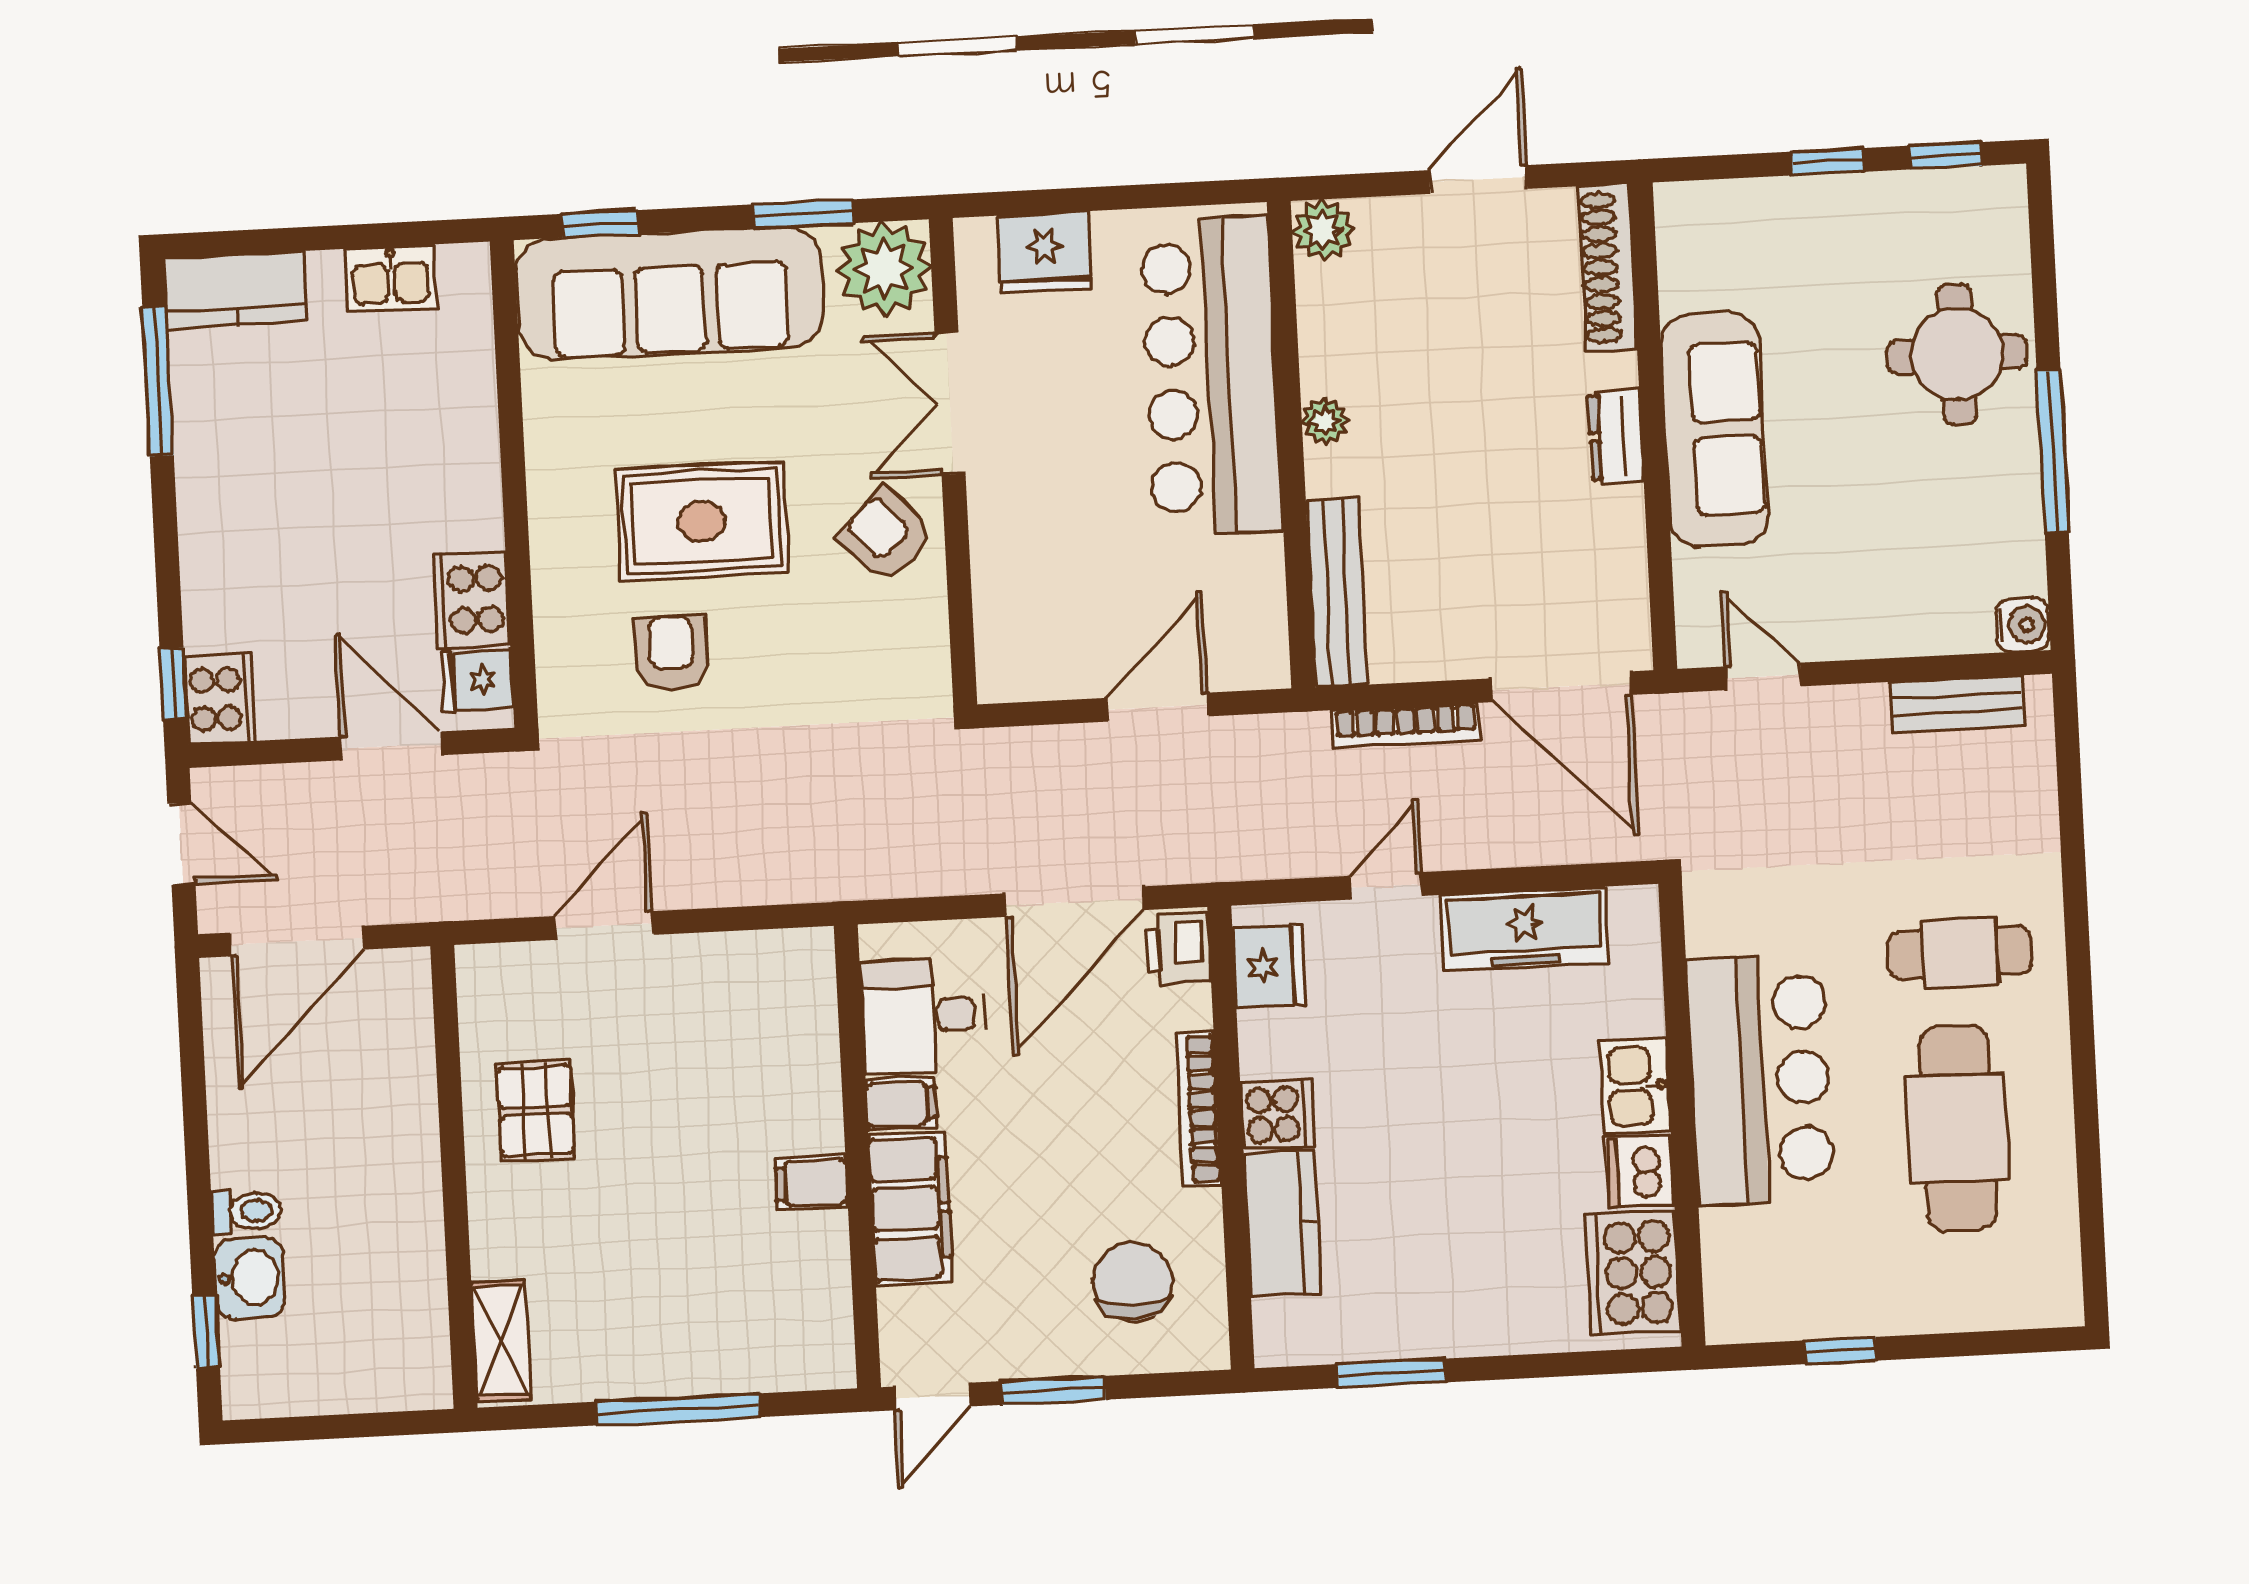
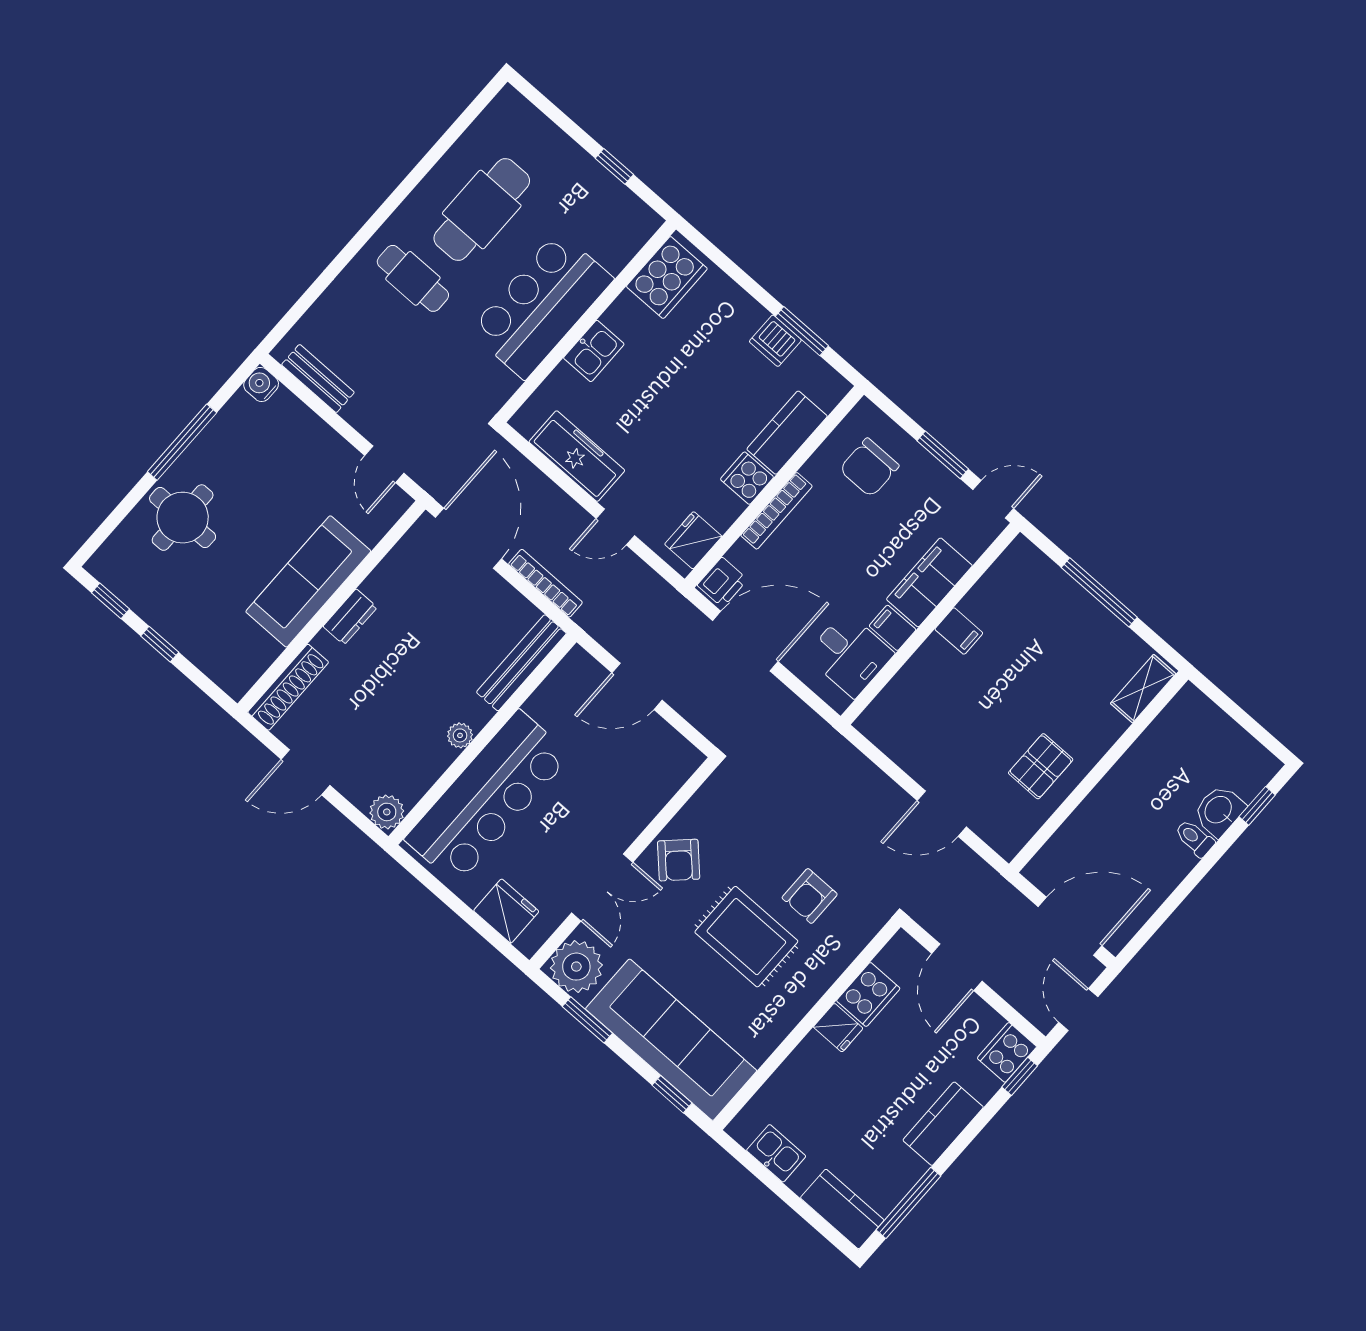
kitchen counter: (213, 527) -> (943, 1124), added
fridge: (477, 680) -> (838, 1028), moved
dishwasher: (1640, 1172) -> (775, 341), moved, turned 90

